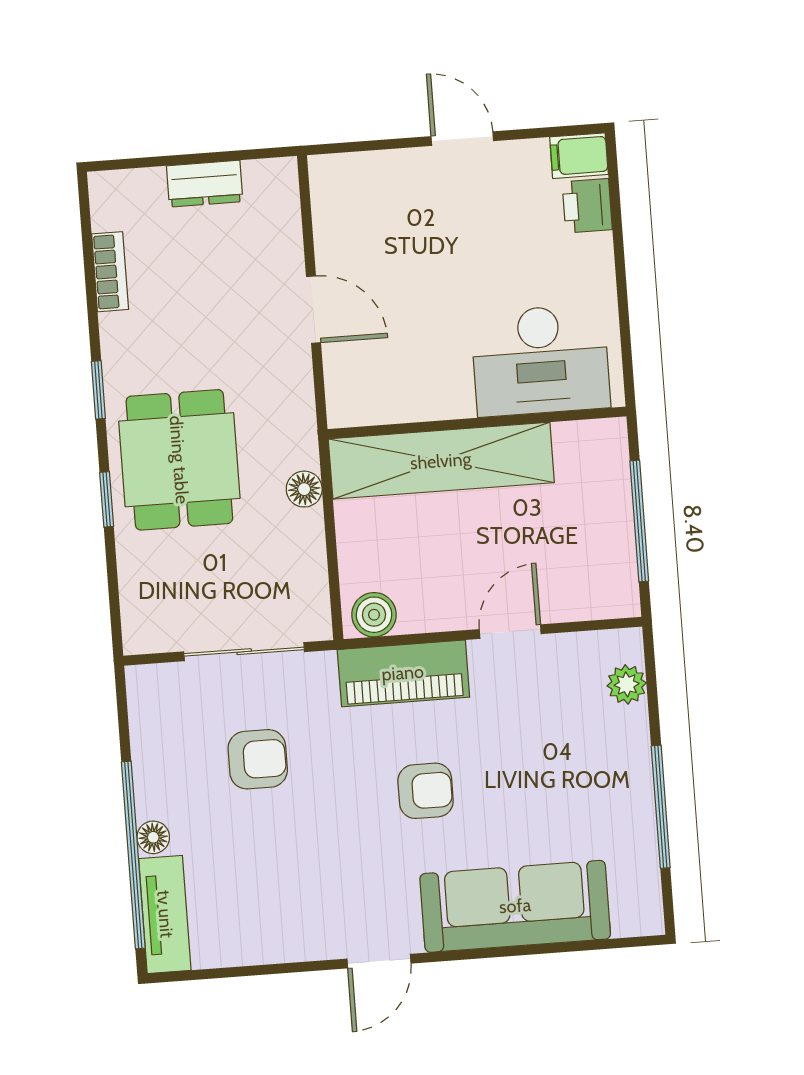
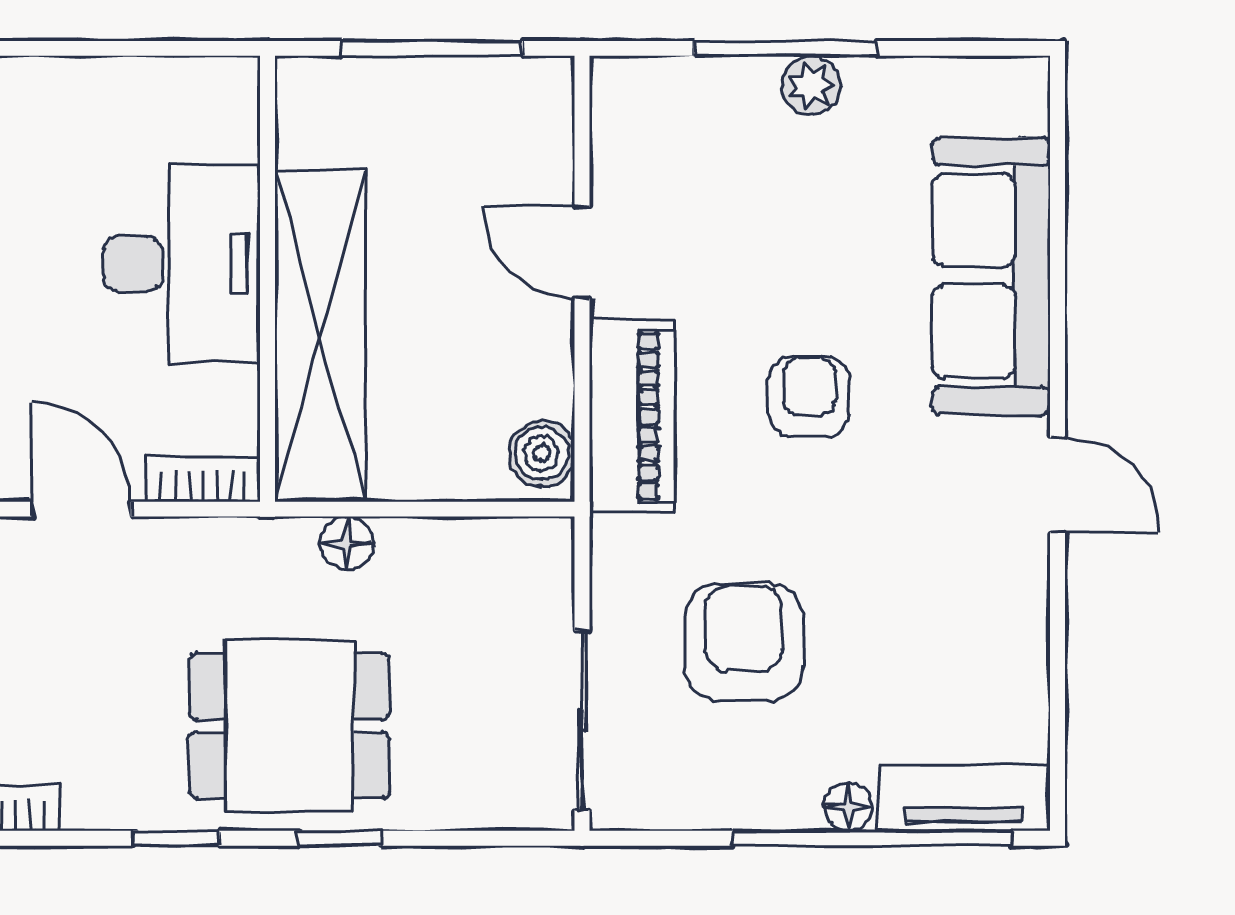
door: (314, 310) -> (81, 509), hinge flipped
desk: (540, 360) -> (182, 264), moved
bookcase: (340, 390) -> (203, 479), added
sliding door: (244, 652) -> (582, 720), moved
plant: (627, 684) -> (811, 85), moved
armchair: (258, 759) -> (744, 643), width x1.38, depth x1.38
window: (661, 807) -> (786, 48), moved

